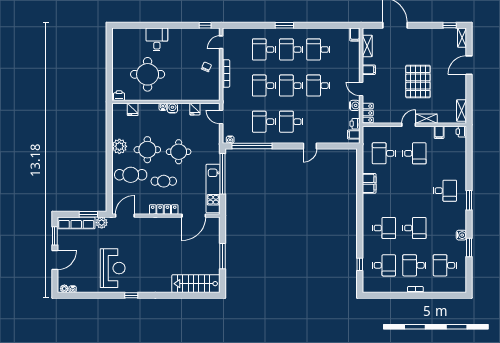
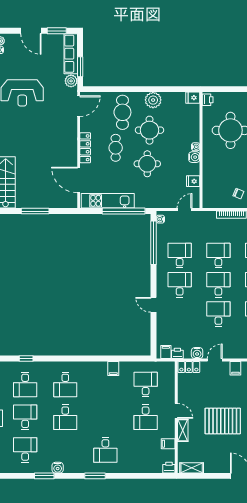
fridge: (133, 109) -> (193, 98), moved
filing cabinet: (369, 183) -> (113, 369), width x0.50
door: (125, 216) -> (79, 106), hinge flipped

